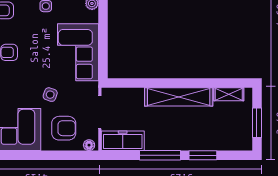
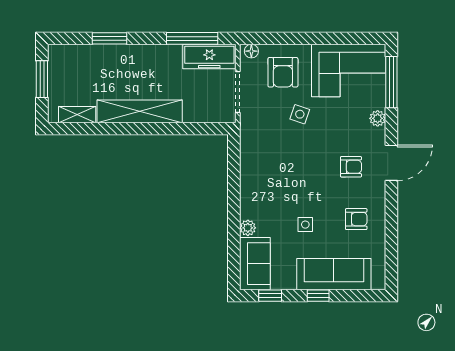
corner sofa: (78, 52) -> (265, 167), removed
armchair: (64, 128) -> (283, 72), turned -90
window: (160, 155) -> (192, 38), moved

